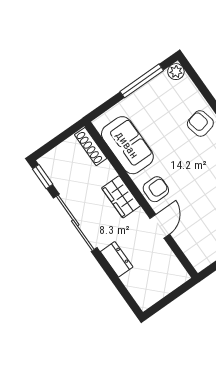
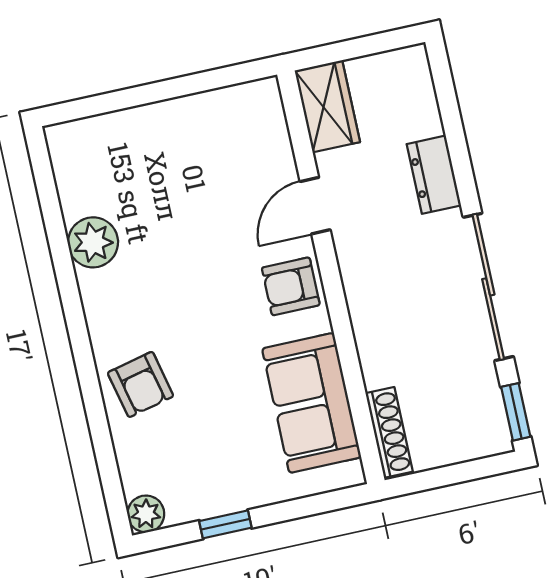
window: (142, 81) -> (225, 524), width x0.46
wardrobe: (121, 197) -> (327, 106), moved

